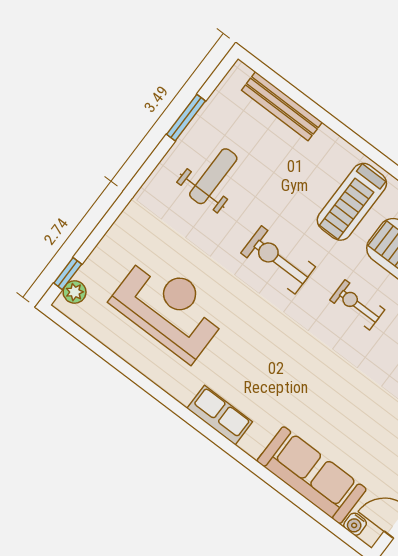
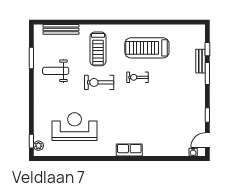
weight bench: (213, 176) -> (56, 71), turned -90
treadmill: (352, 202) -> (98, 49), moved
row of seats: (220, 415) -> (129, 150), moved
sofa: (312, 475) -> (166, 147), removed

